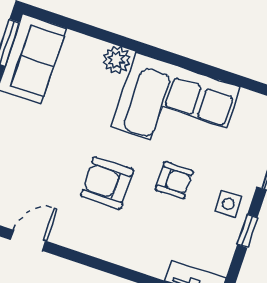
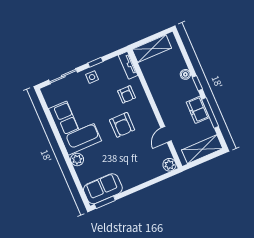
armchair: (174, 180) -> (127, 94), moved, turned 180
door: (28, 240) -> (166, 134), hinge flipped

